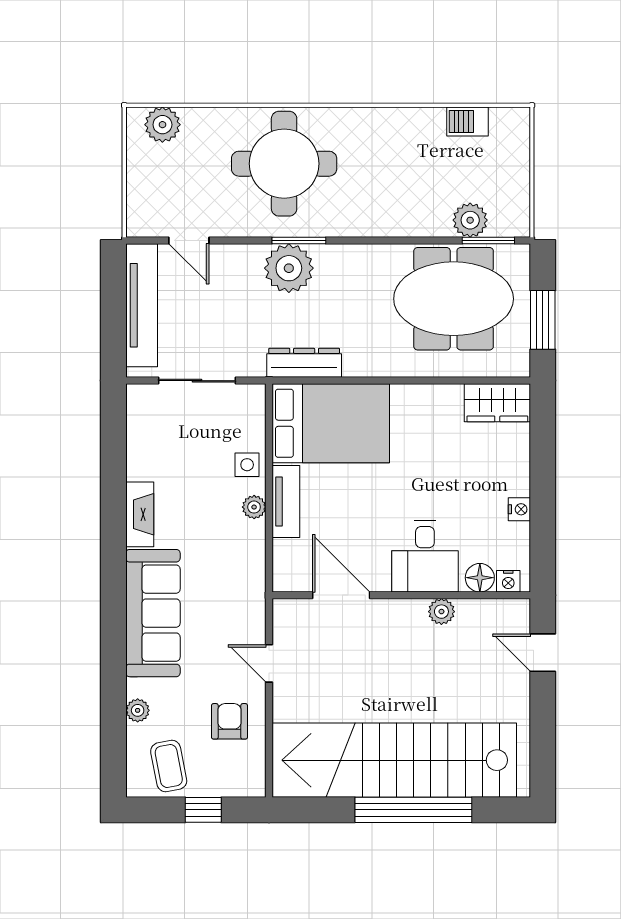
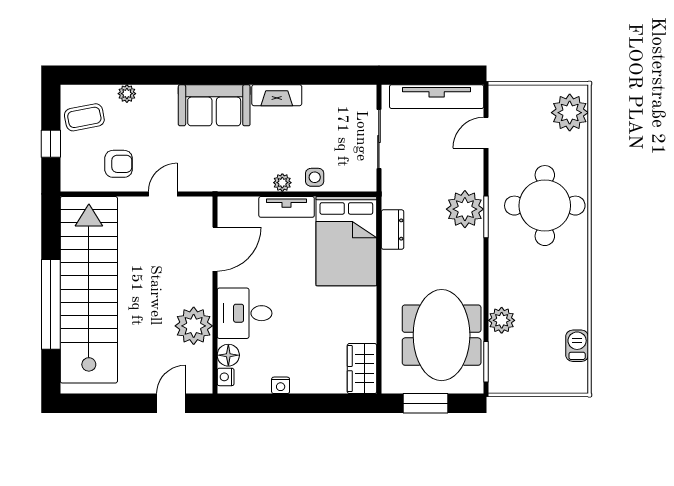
plant: (162, 125) -> (570, 113), width x1.36, depth x1.36
plant: (470, 220) -> (502, 320), moved
dresser: (304, 363) -> (393, 230), width x0.70
plant: (441, 612) -> (194, 326), width x1.88, depth x1.88
sofa: (153, 613) -> (214, 105), width x0.73

